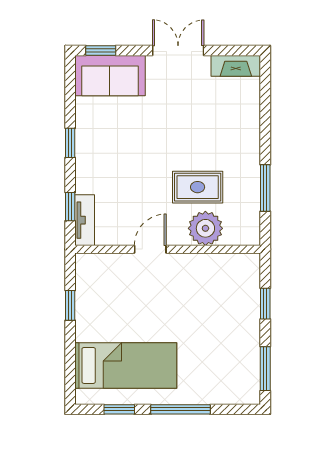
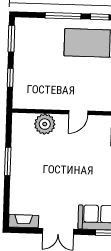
rug: (198, 187) -> (49, 149), removed
window: (265, 188) -> (8, 161), moved

